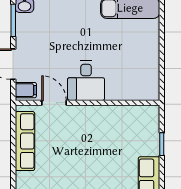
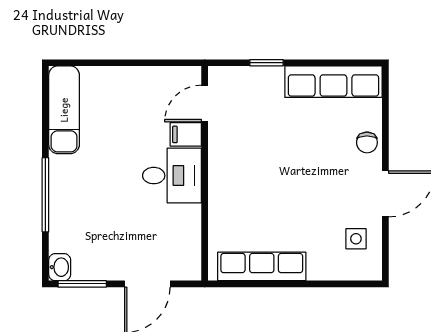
filing cabinet: (26, 90) -> (186, 134), moved, turned -90
door: (54, 103) -> (205, 104), moved

